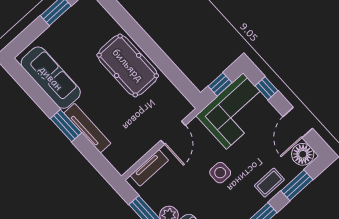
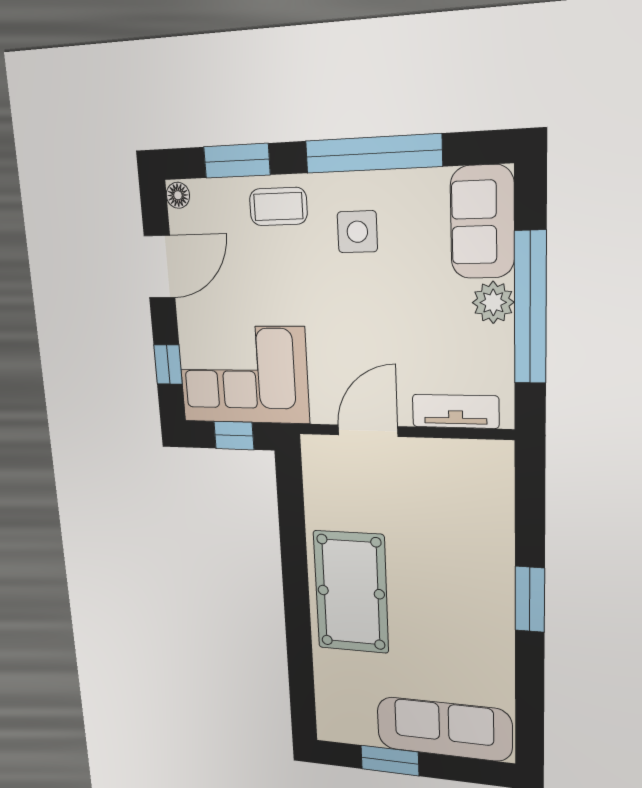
sofa: (51, 78) -> (444, 729), moved, turned 90
tv unit: (87, 128) -> (499, 564), removed
floor lamp: (303, 154) -> (178, 195), width x0.53, depth x0.53
side table: (220, 173) -> (357, 232), moved

